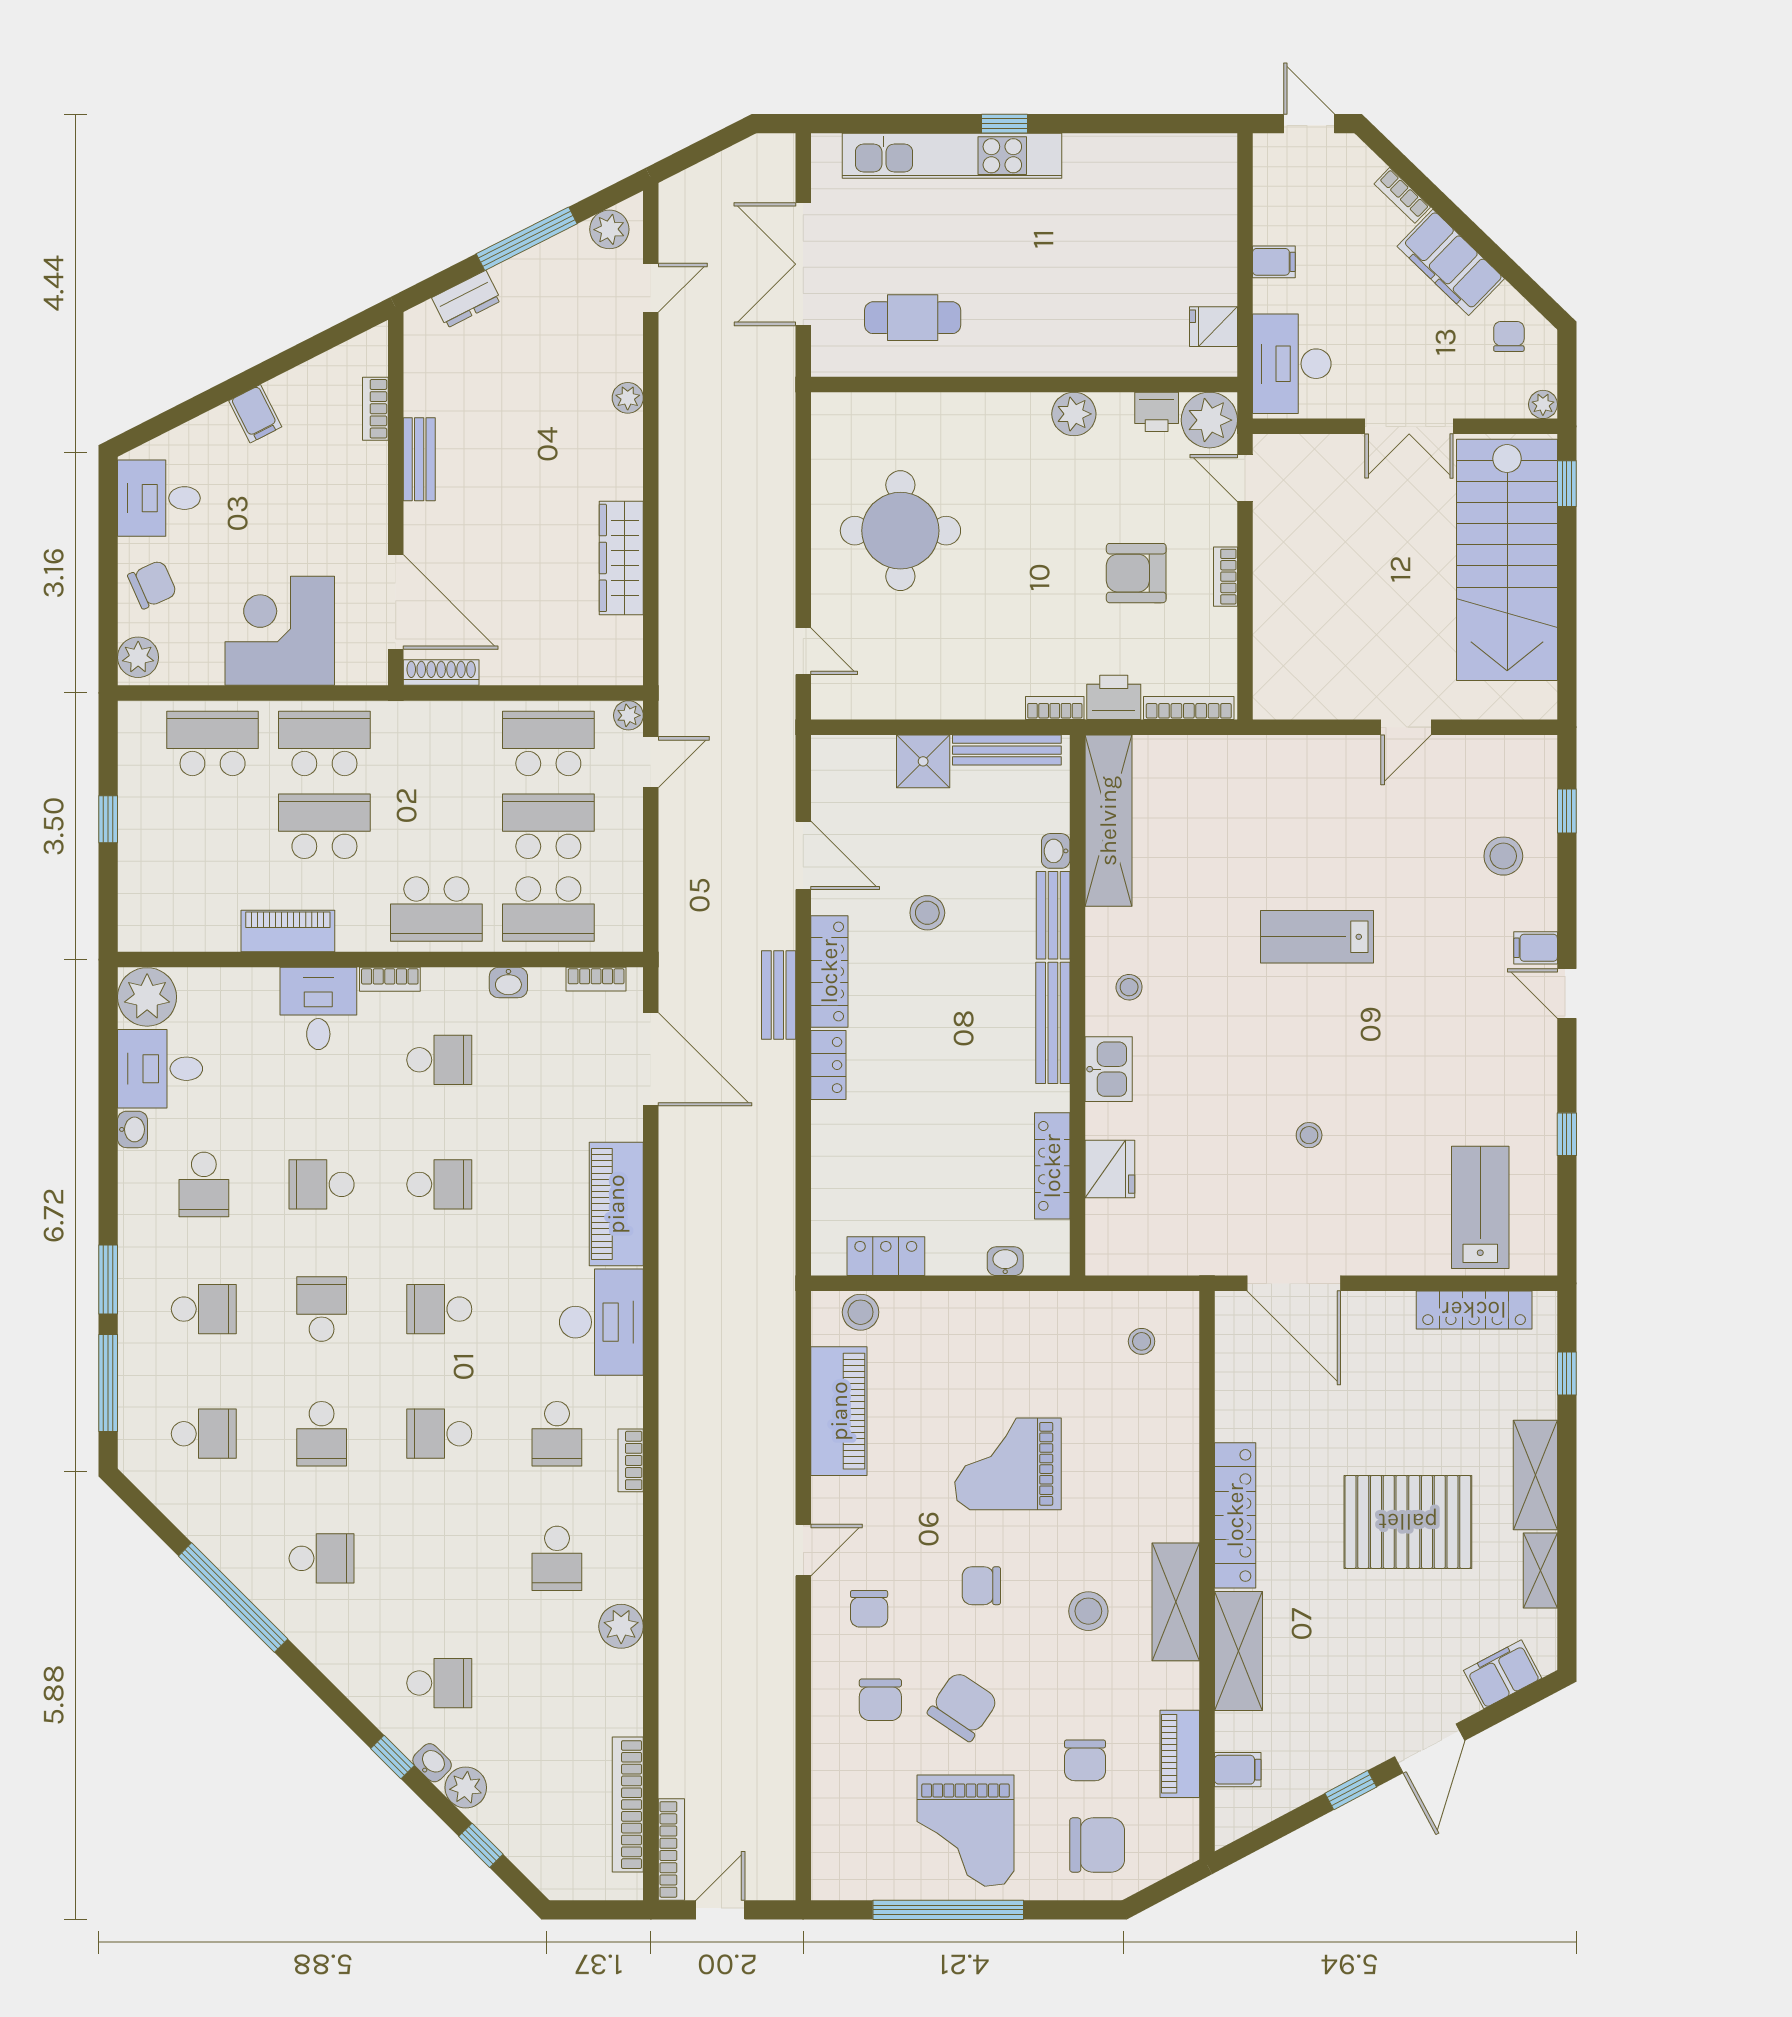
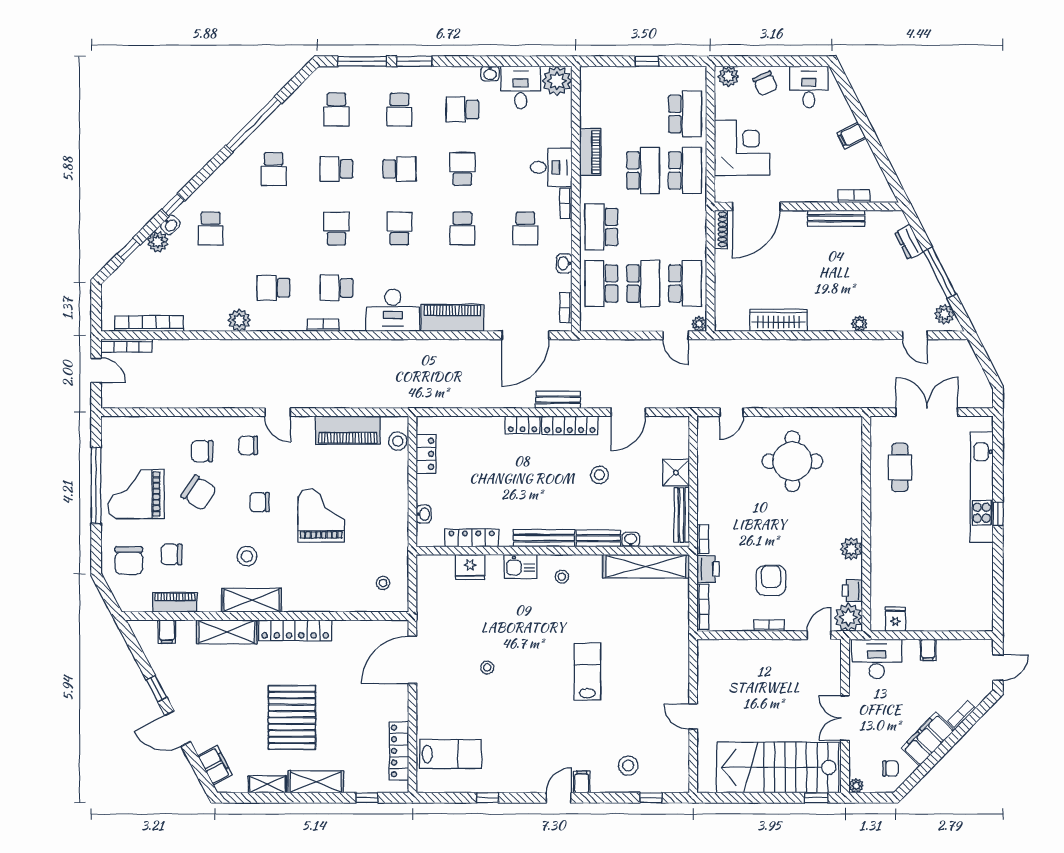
bench: (419, 459) -> (836, 218), width x1.36
chair: (981, 1586) -> (260, 502), turned -90

